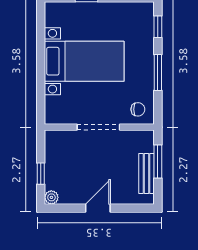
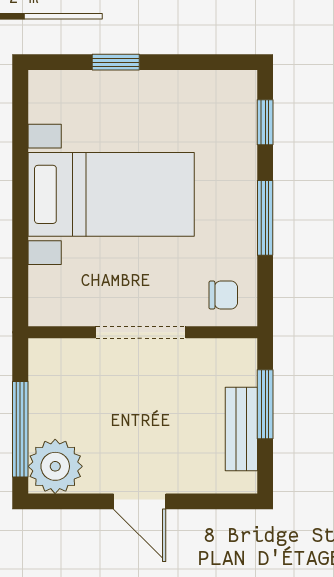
window: (41, 174) -> (20, 429), width x2.17
plant: (51, 197) -> (55, 466), width x1.88, depth x1.88
door: (98, 208) -> (140, 501), swing flipped

